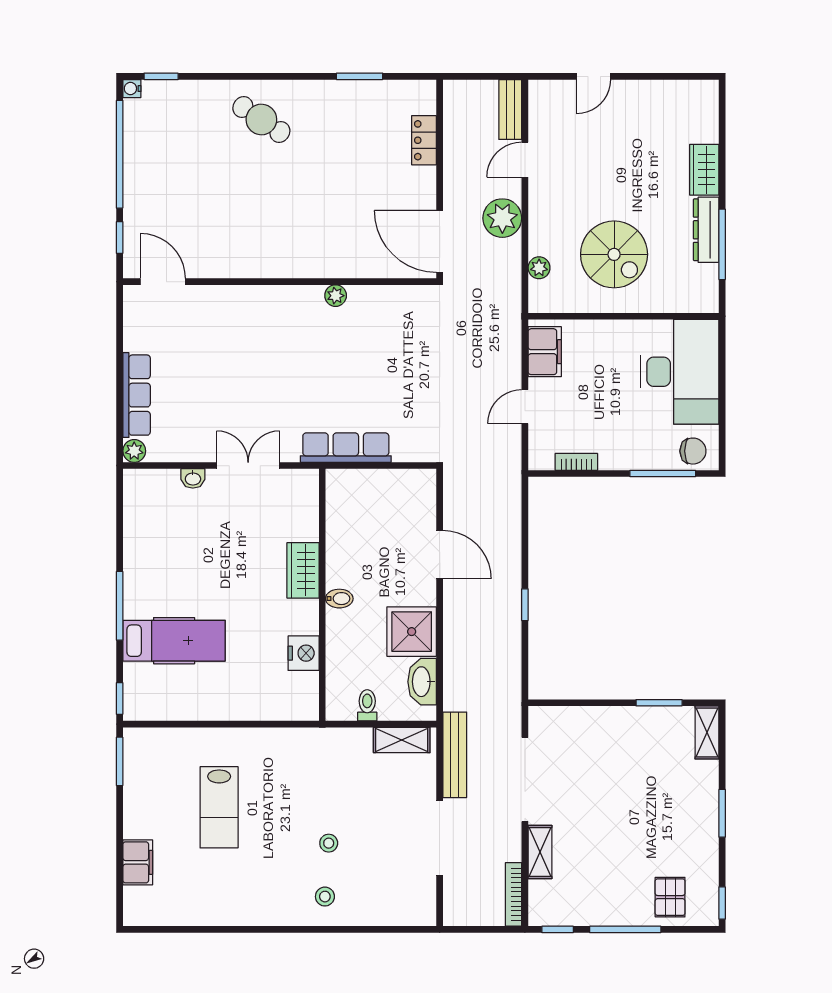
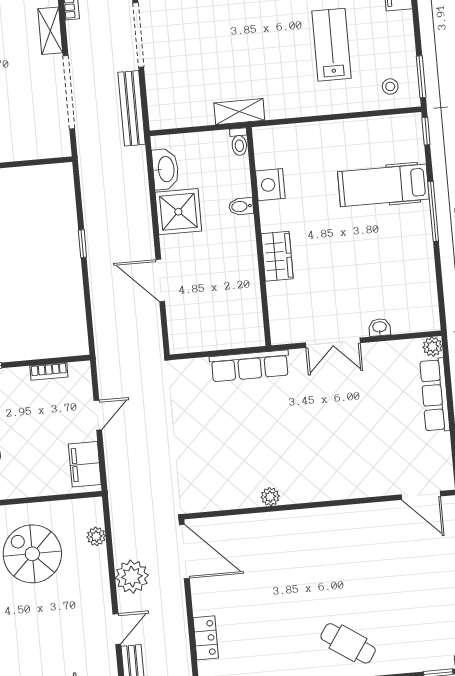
bidet: (339, 599) -> (241, 206), moved
toilet: (367, 705) -> (239, 142), moved
shelving: (402, 740) -> (239, 112), moved
stool: (329, 843) -> (390, 86), moved

